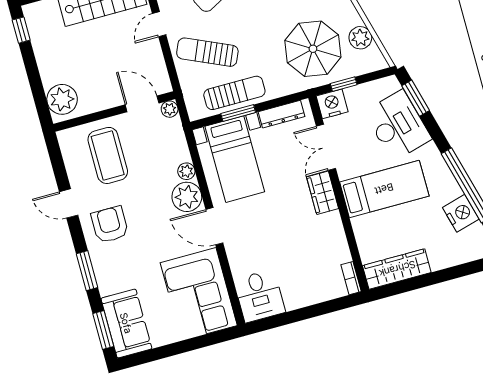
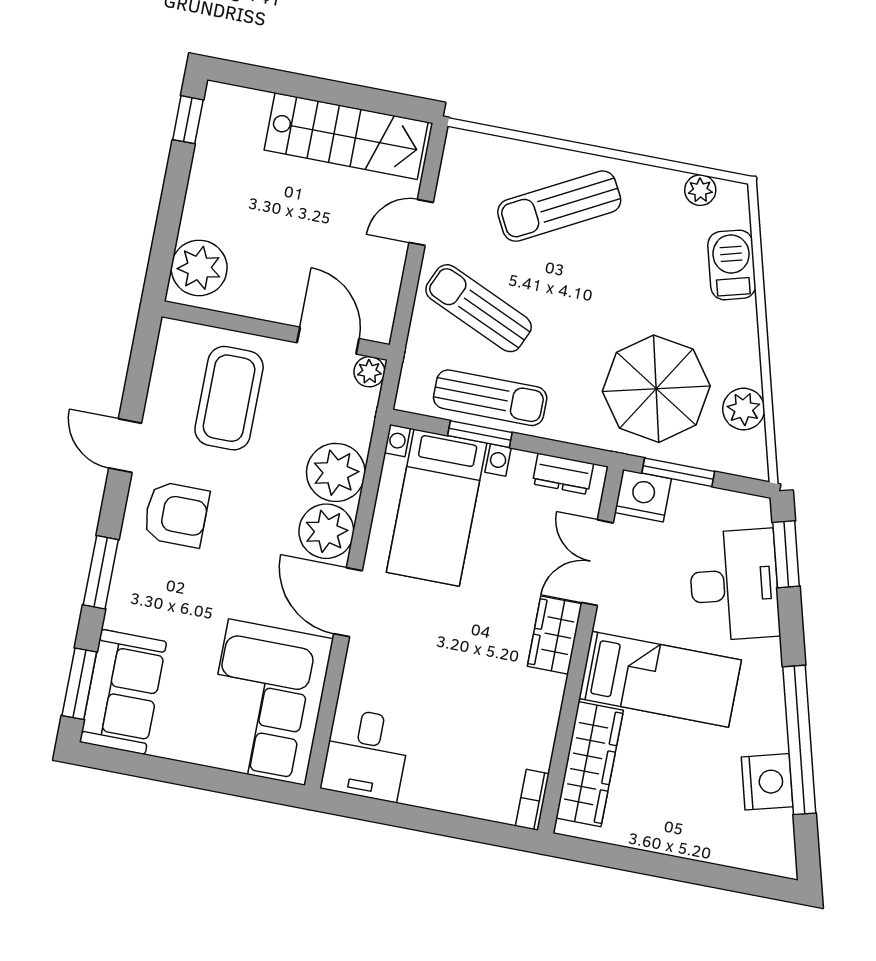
window: (344, 84) -> (678, 472), width x1.50
dresser: (282, 114) -> (563, 474), width x0.70
plant: (186, 171) -> (336, 472), width x1.88, depth x1.88
armchair: (110, 225) -> (176, 514), turned 90
wardrobe: (397, 269) -> (590, 764), moved, turned 90

